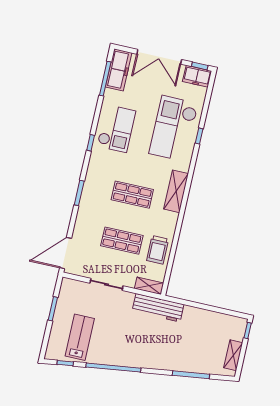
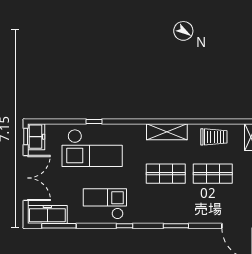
shelving: (176, 191) -> (167, 132), moved
shop shelf: (132, 195) -> (166, 174), turned 90
shop shelf: (122, 241) -> (213, 174), turned 90

